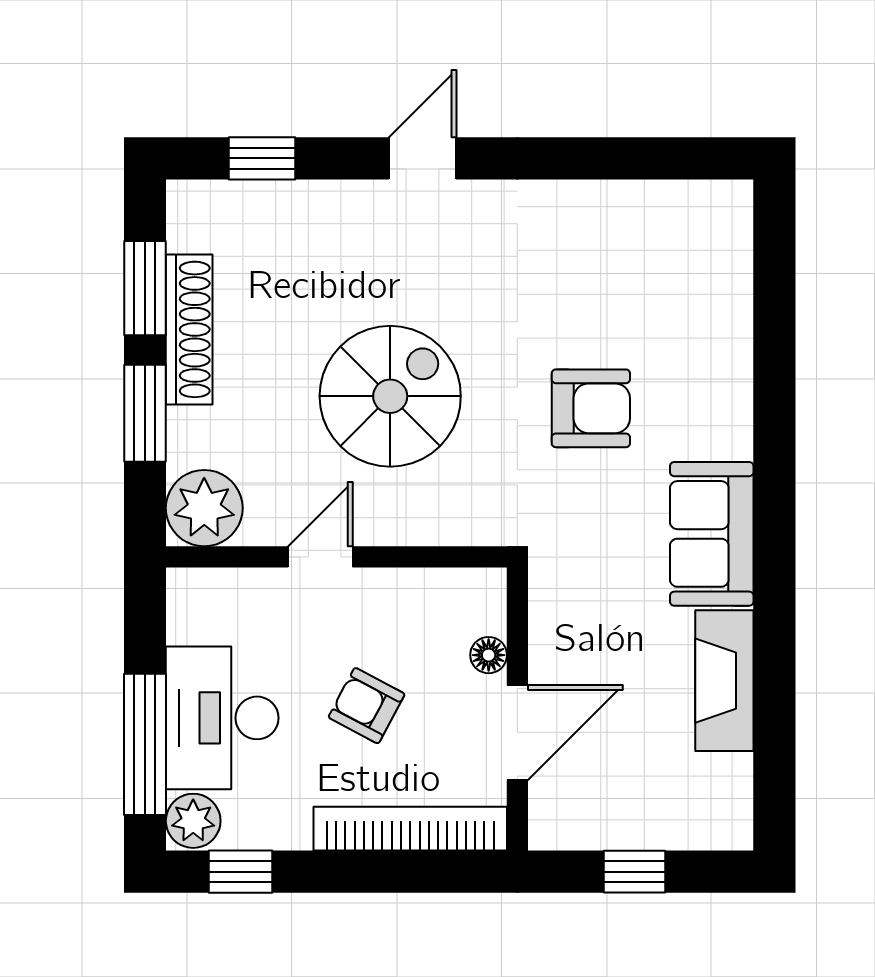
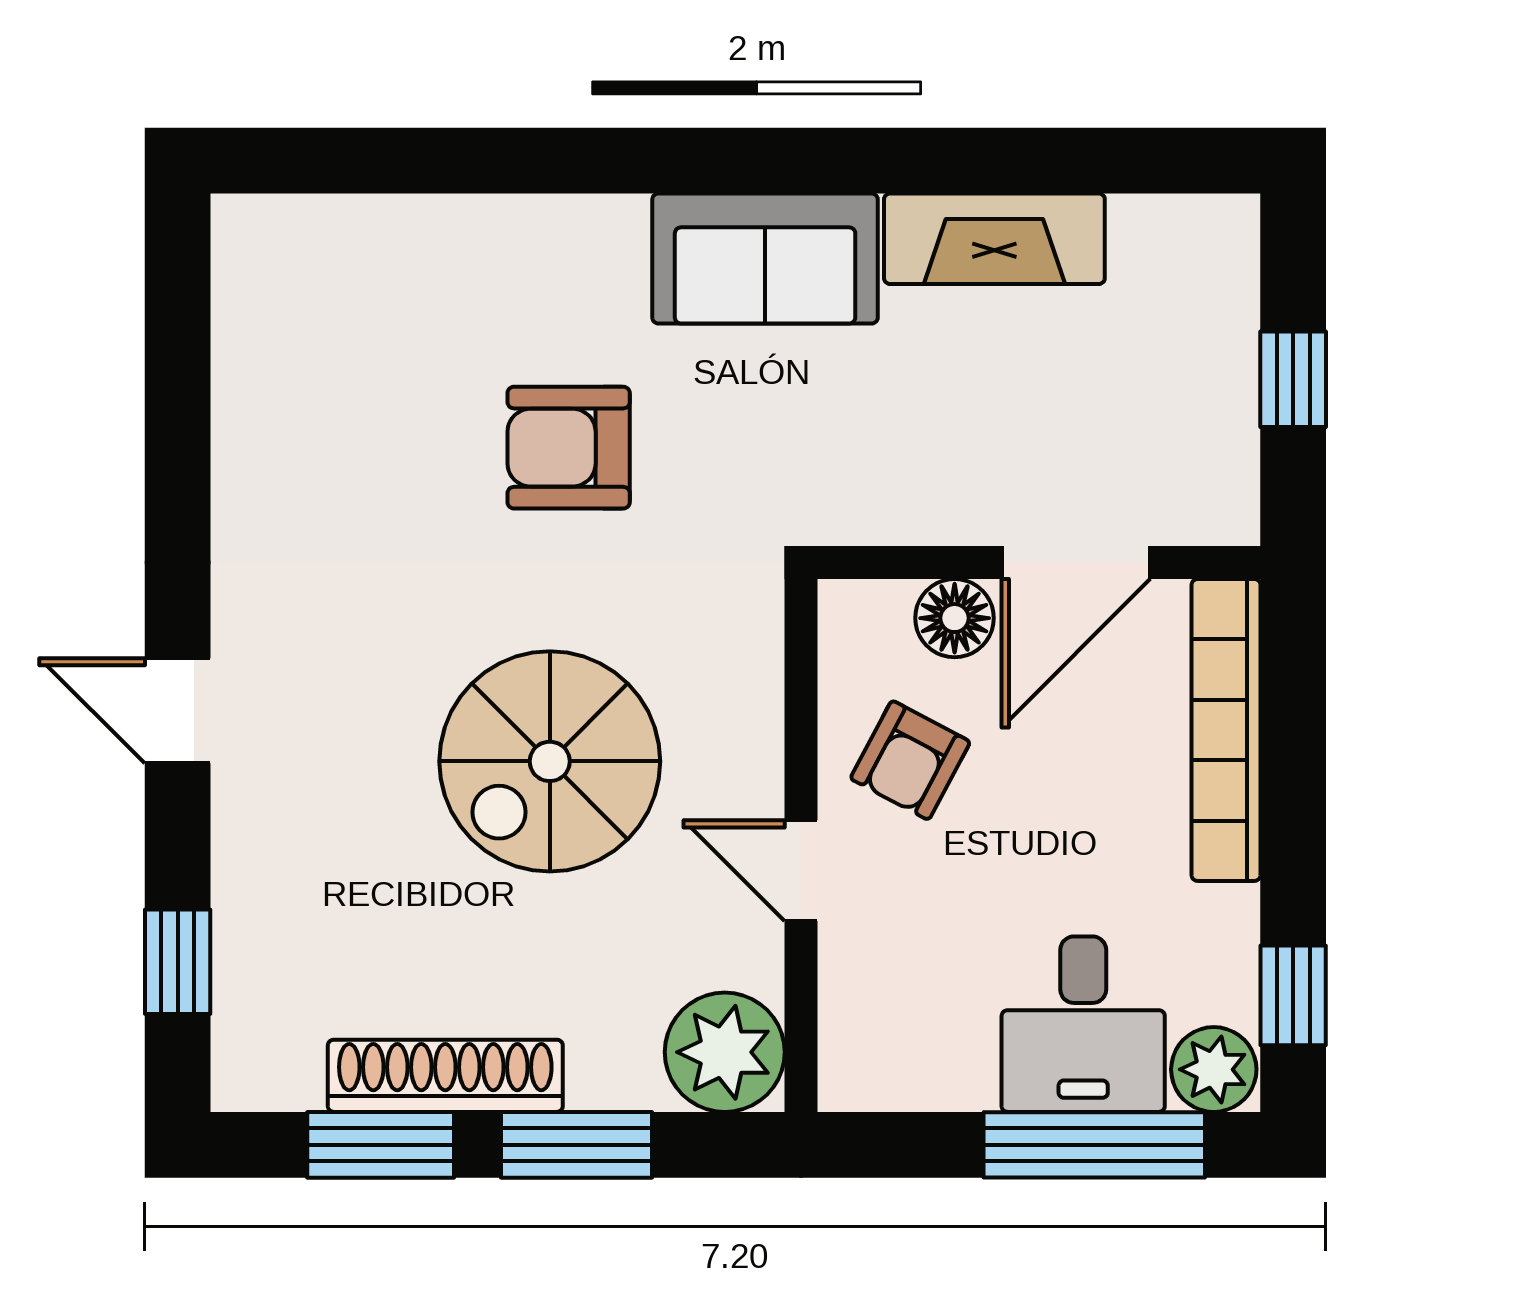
spiral stairs: (390, 396) -> (550, 761), turned -90
armchair: (591, 408) -> (569, 448), turned -90
floor lamp: (489, 655) -> (955, 618), width x1.37, depth x1.37
armchair: (367, 706) -> (910, 760), moved
desk: (222, 718) -> (1083, 1024), width x0.73
door: (517, 733) -> (1076, 562), swing flipped

